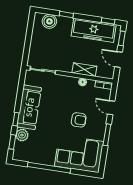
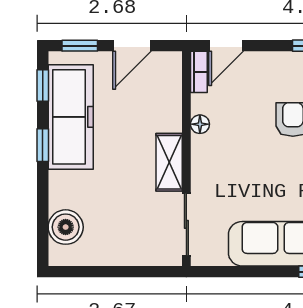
window: (66, 14) -> (43, 145), moved
shelving: (84, 70) -> (169, 162), moved
door: (111, 108) -> (226, 46), moved

